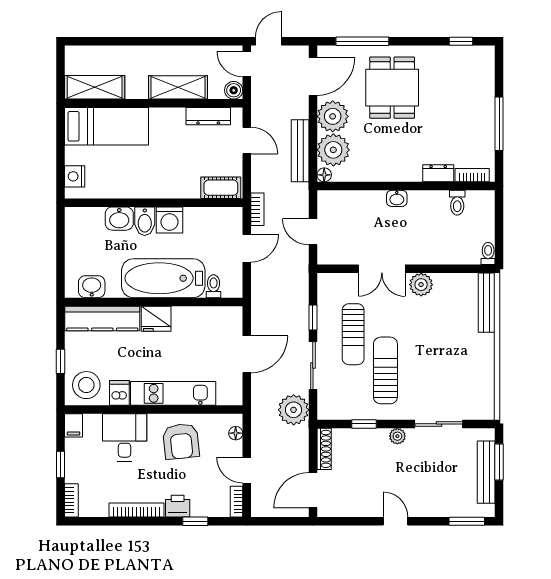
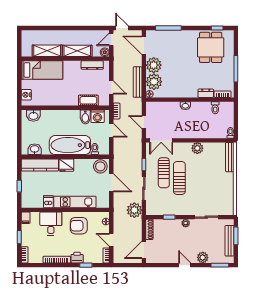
door: (268, 41) -> (122, 28), hinge flipped
door: (247, 64) -> (111, 39), hinge flipped
door: (313, 76) -> (144, 45), swing flipped
shelving: (95, 87) -> (47, 51), moved
dining table: (392, 88) -> (211, 47), moved
door: (247, 140) -> (111, 88), moved
cot: (221, 188) -> (88, 100), moved
washbasin: (119, 219) -> (33, 116), moved
washing machine: (169, 220) -> (98, 116), moved
bidet: (145, 221) -> (85, 117), moved
door: (247, 248) -> (111, 130), hinge flipped
double door: (382, 269) -> (161, 140), moved
door: (247, 354) -> (111, 183), hinge flipped
sun lounger: (385, 370) -> (179, 178), moved
stool: (86, 385) -> (100, 166), moved
armchair: (181, 441) -> (79, 226), turned 96
plant: (432, 506) -> (203, 258), added

